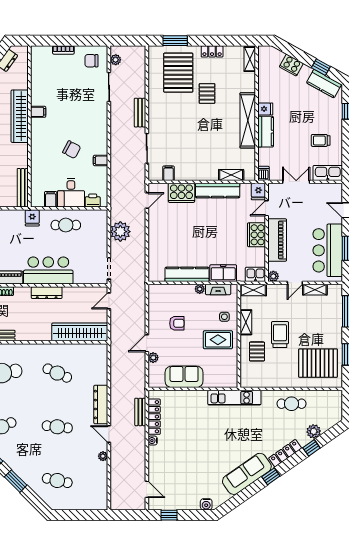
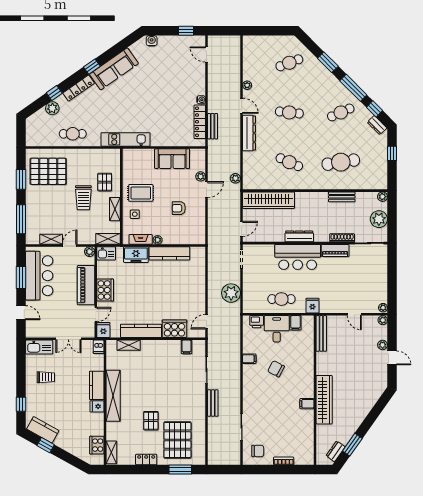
plant: (116, 60) -> (235, 178), moved
cooker: (291, 65) -> (97, 445), moved, turned -119
cafe table: (57, 481) -> (289, 63), turned -33

